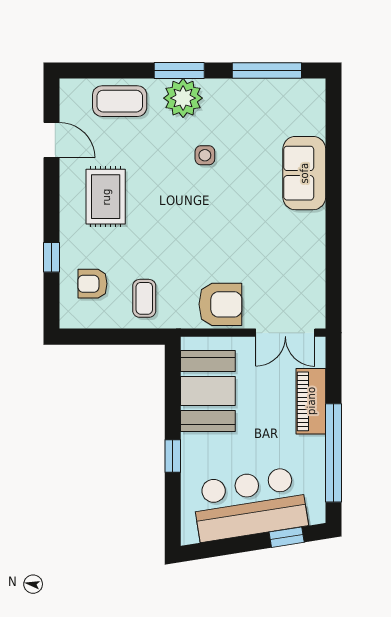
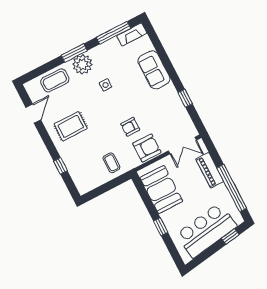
fireplace: (298, 90) -> (132, 34), added
door: (51, 140) -> (33, 114), hinge flipped
rug: (106, 197) -> (71, 126), turned 90
window: (333, 252) -> (185, 98), added
armchair: (92, 284) -> (130, 127), moved

